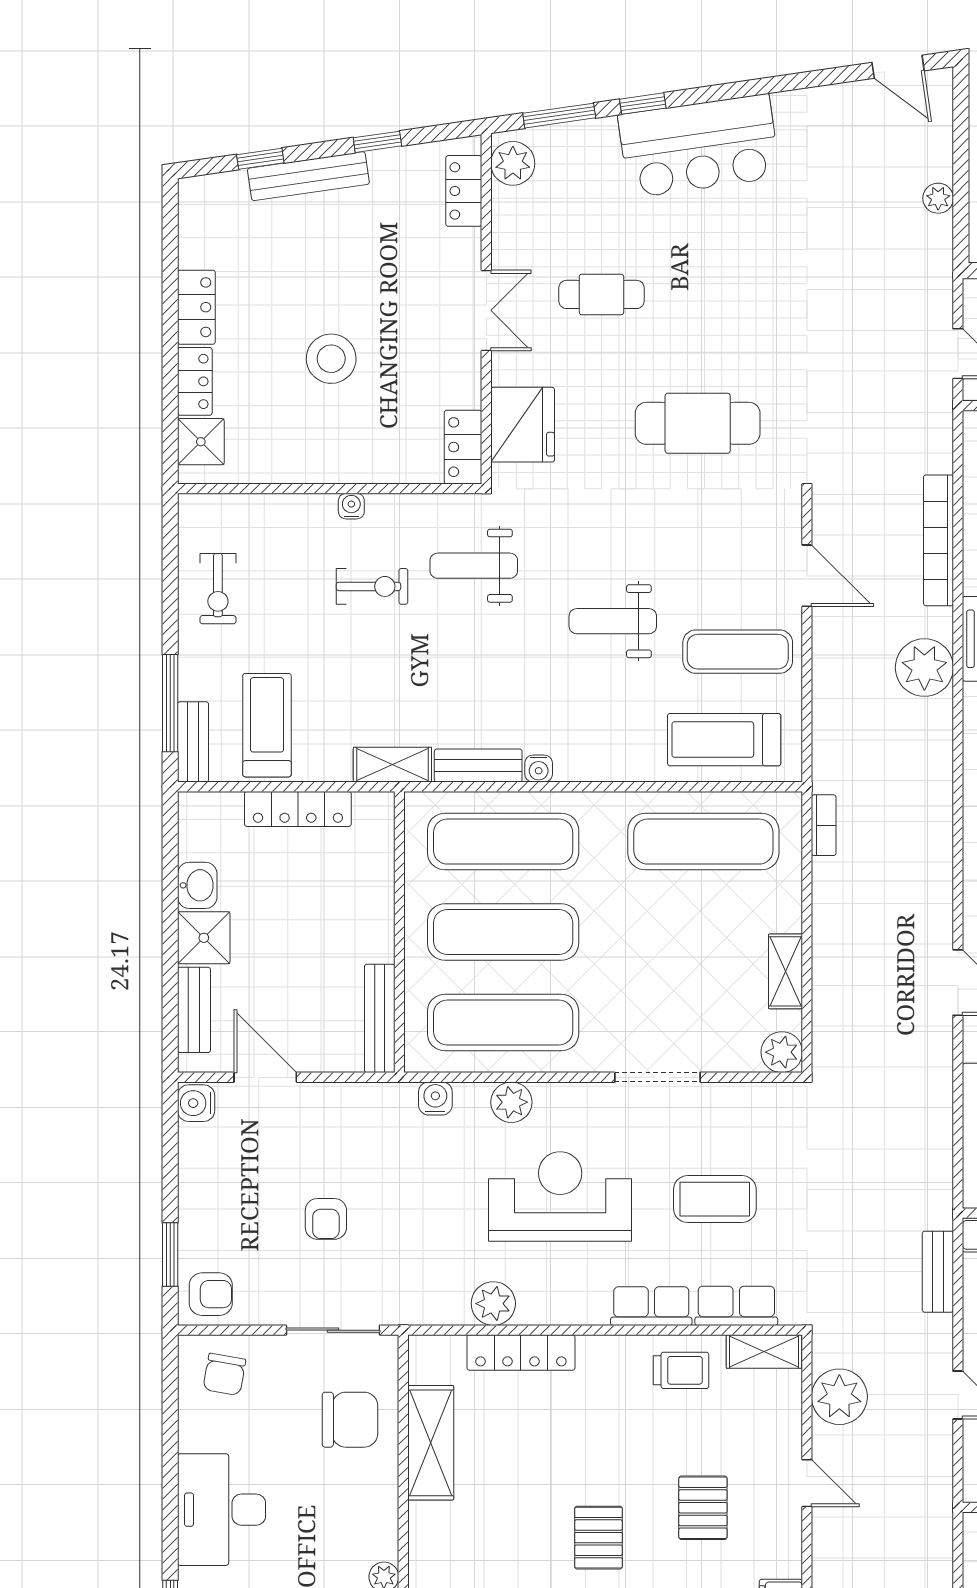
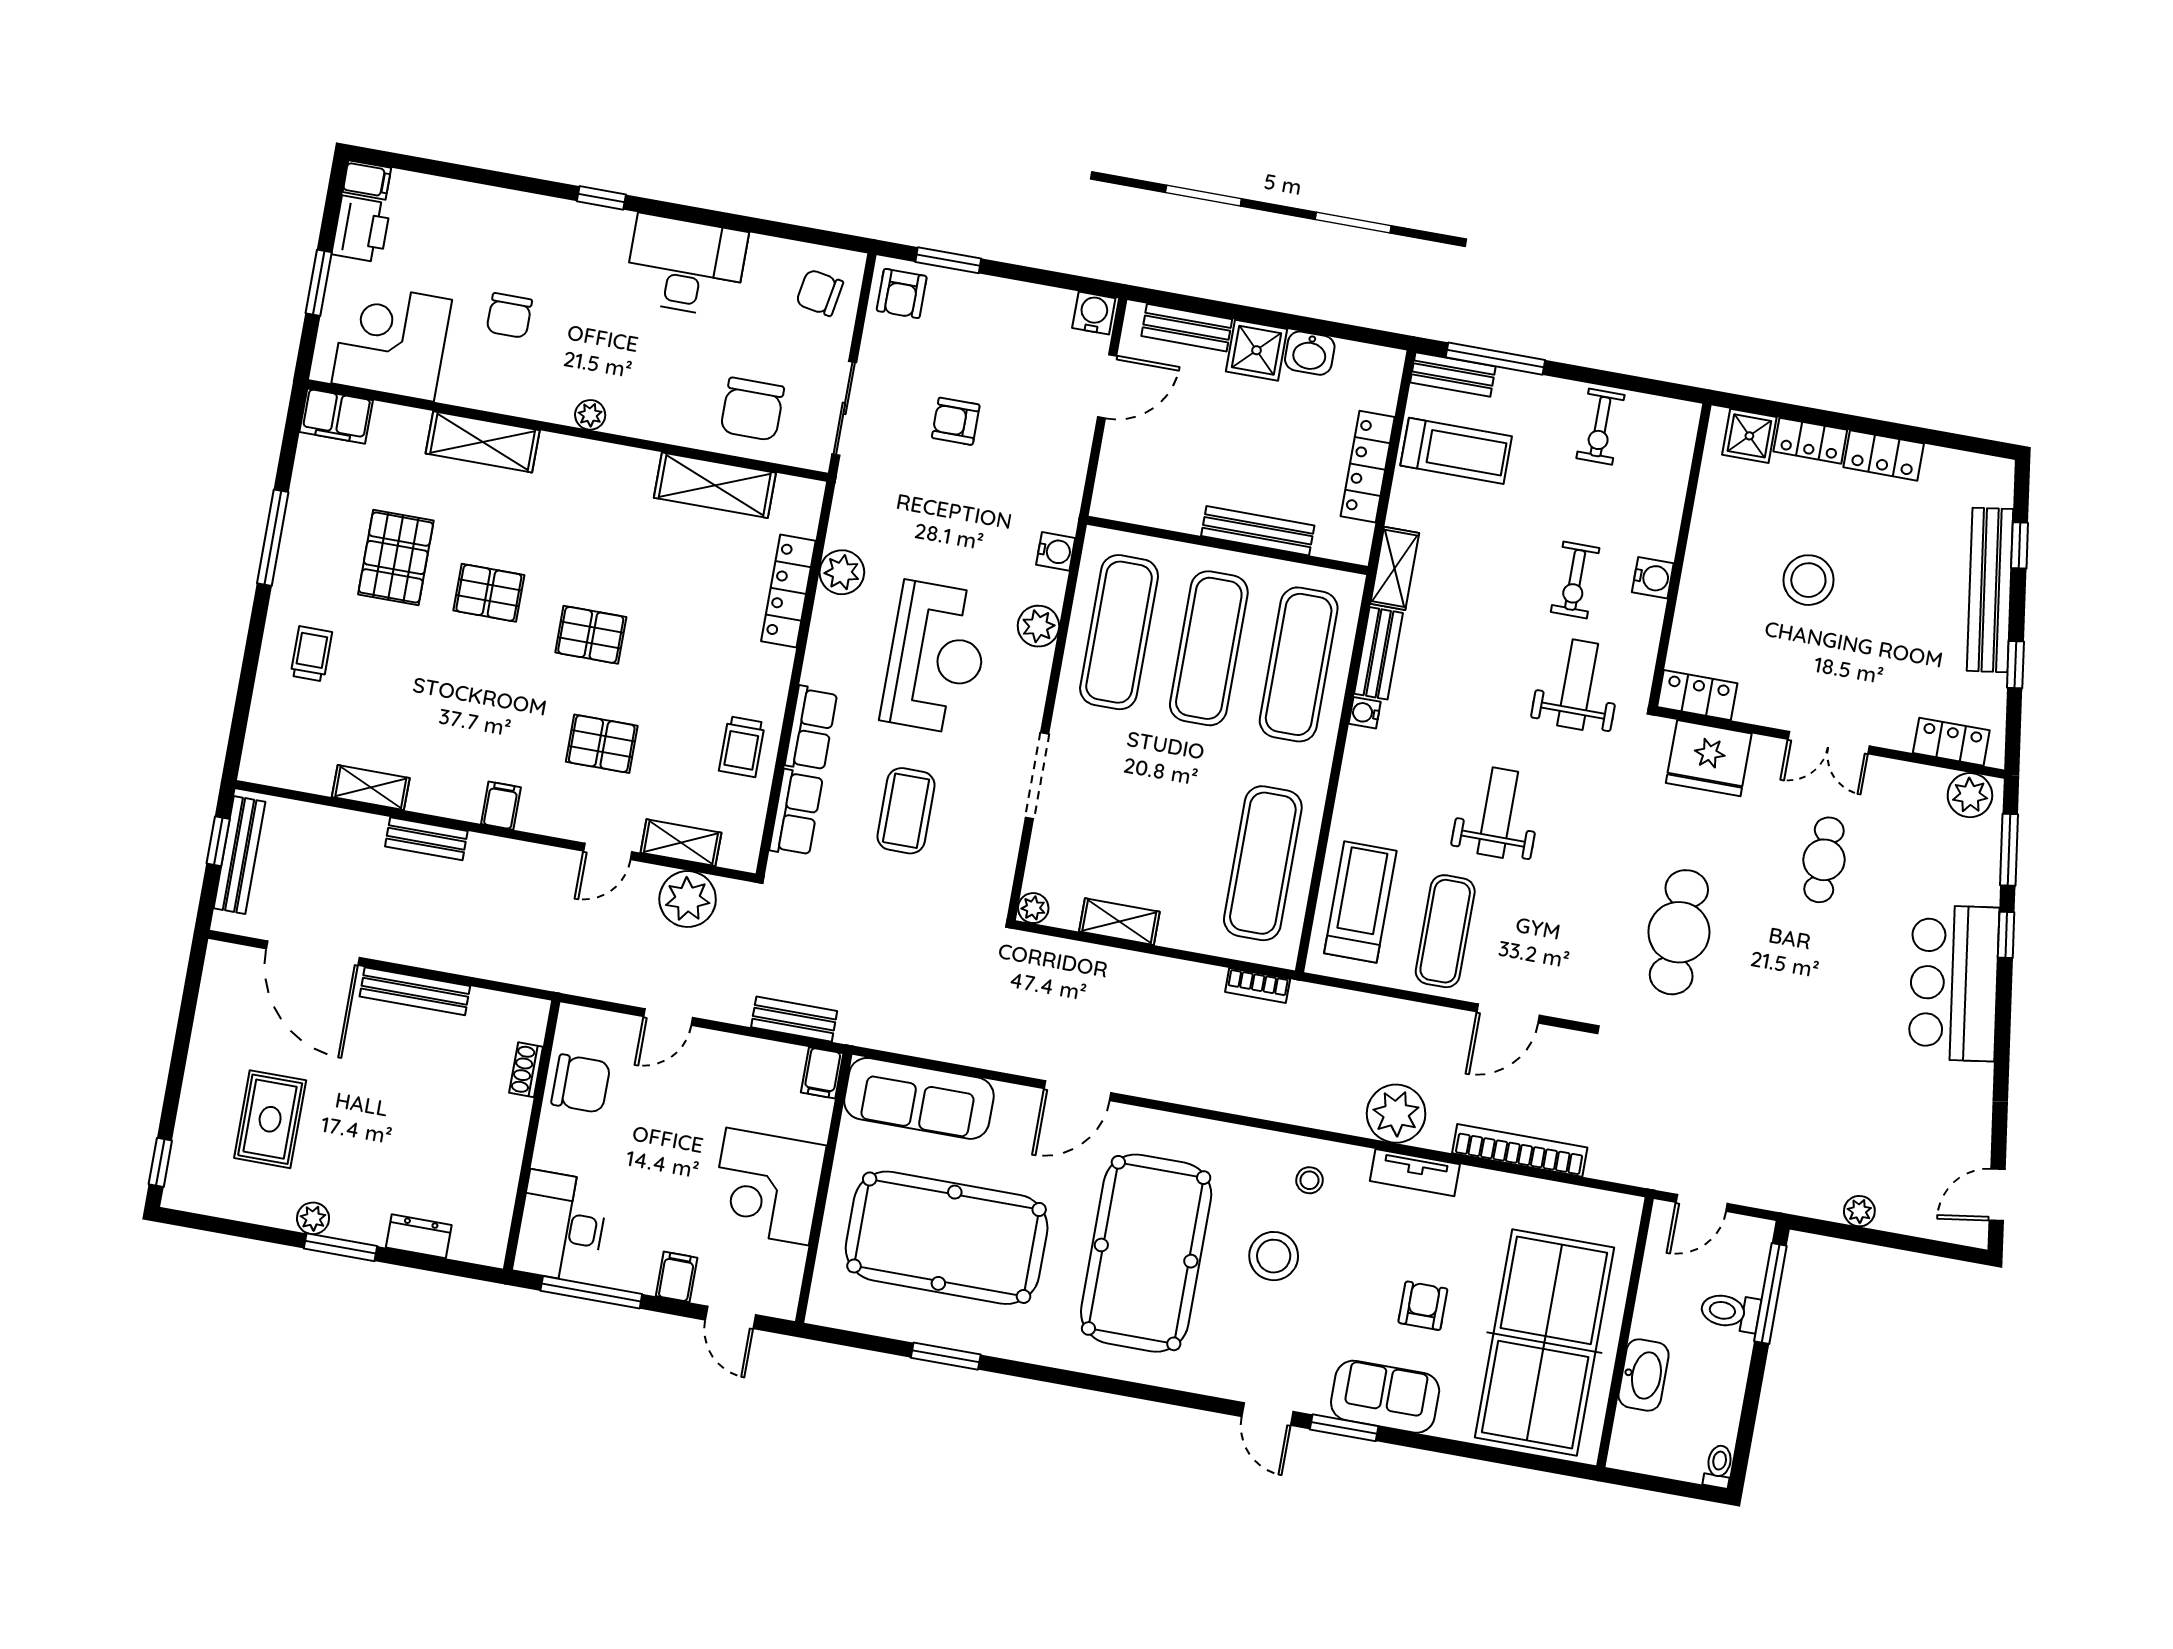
bench: (308, 176) -> (1990, 590), width x1.37, depth x1.21
water cooler: (351, 506) -> (1653, 578), width x1.38, depth x1.38
exercise bike: (218, 589) -> (1600, 427), turned -90
bench: (380, 1018) -> (1258, 531), moved
plant: (782, 1052) -> (1033, 908), width x0.73, depth x0.73
shelving: (764, 1352) -> (681, 843), moved, turned 90

